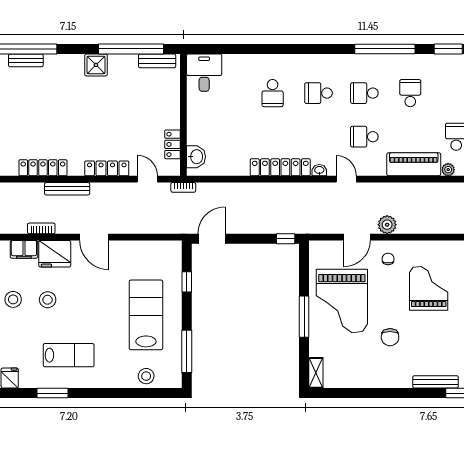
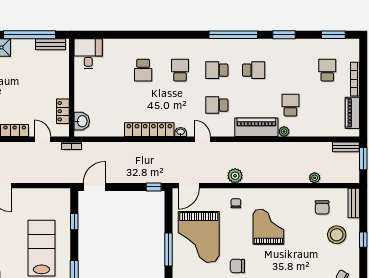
school desk: (318, 93) -> (180, 70), turned 90
school desk: (410, 93) -> (254, 70), turned 90
door: (357, 237) -> (189, 186), moved
chair: (390, 337) -> (237, 266), turned 90

